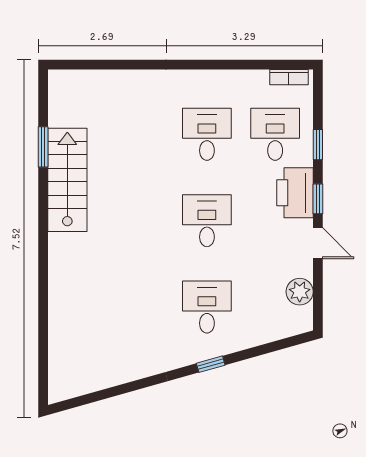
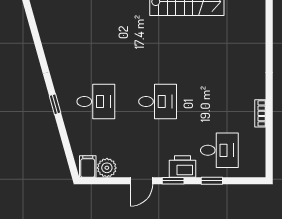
bookcase: (289, 77) -> (260, 113), moved
desk: (207, 134) -> (219, 102), removed
printer: (295, 193) -> (182, 167), width x0.73, depth x0.84
filing cabinet: (298, 318) -> (88, 167), added

